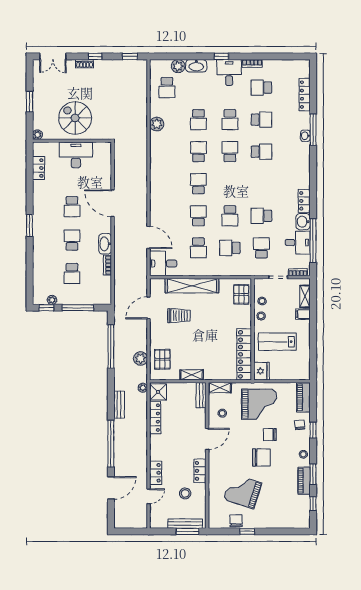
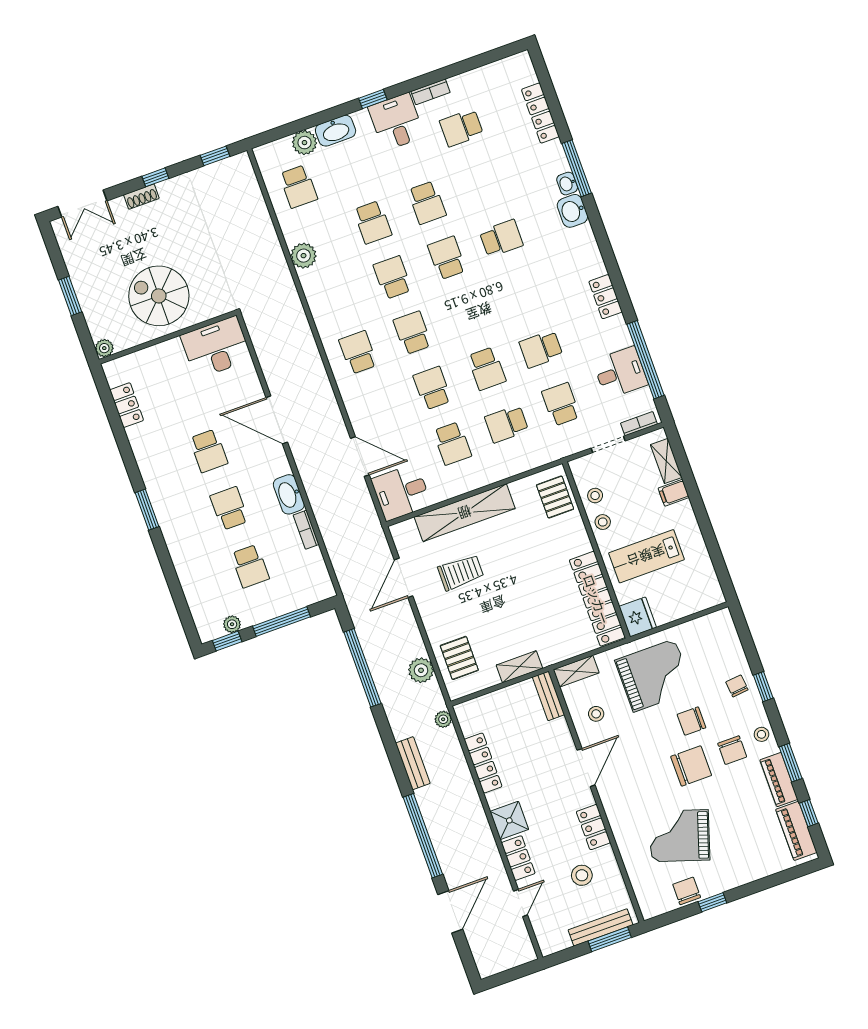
school desk: (261, 120) -> (358, 352), moved, turned -90
desk: (76, 155) -> (216, 347), moved
washbasin: (303, 222) -> (572, 211), moved
shower: (158, 392) -> (509, 820), moved
piano: (303, 397) -> (796, 831), moved
chair: (285, 457) -> (732, 750), added

